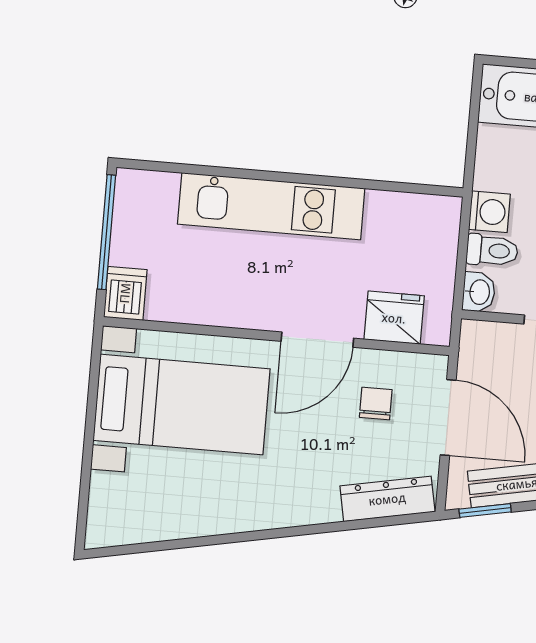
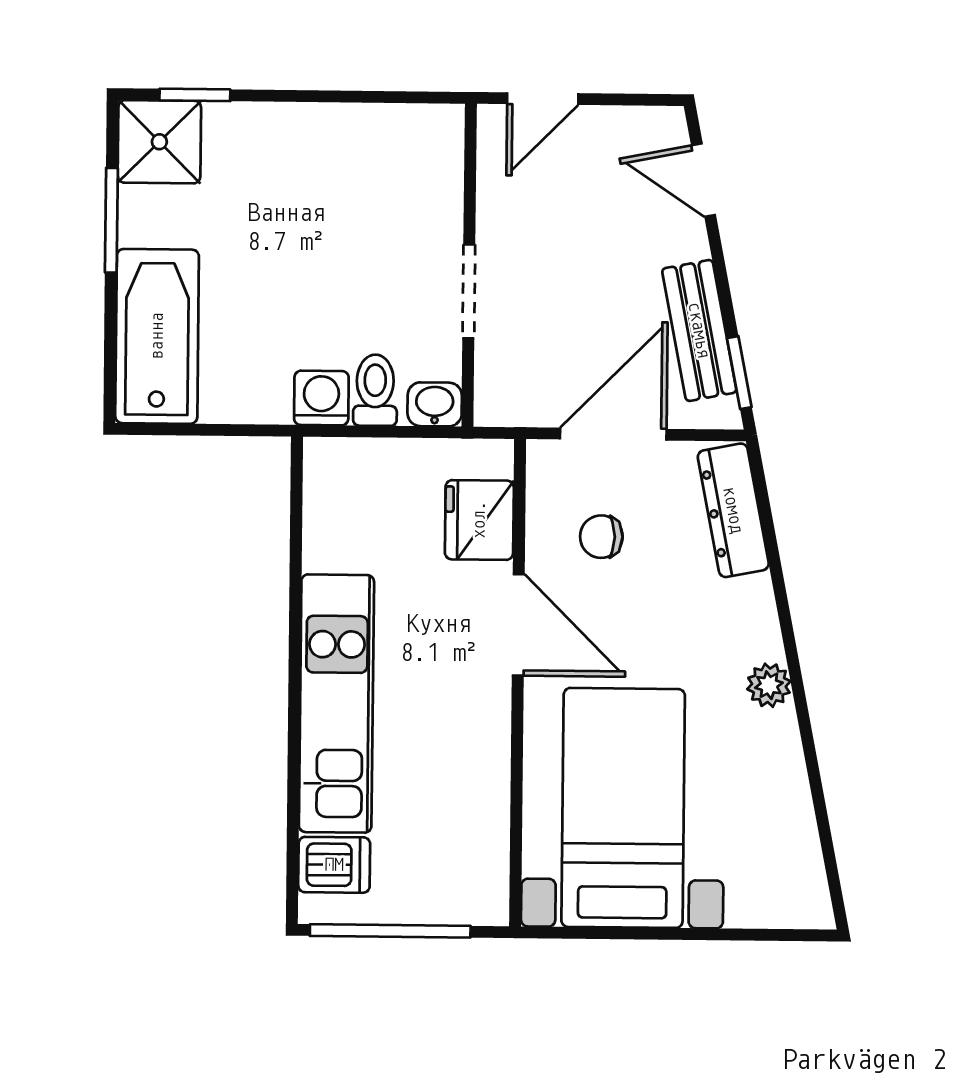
dishwasher: (125, 293) -> (334, 865), moved, turned 180
plant: (261, 515) -> (769, 685), added

